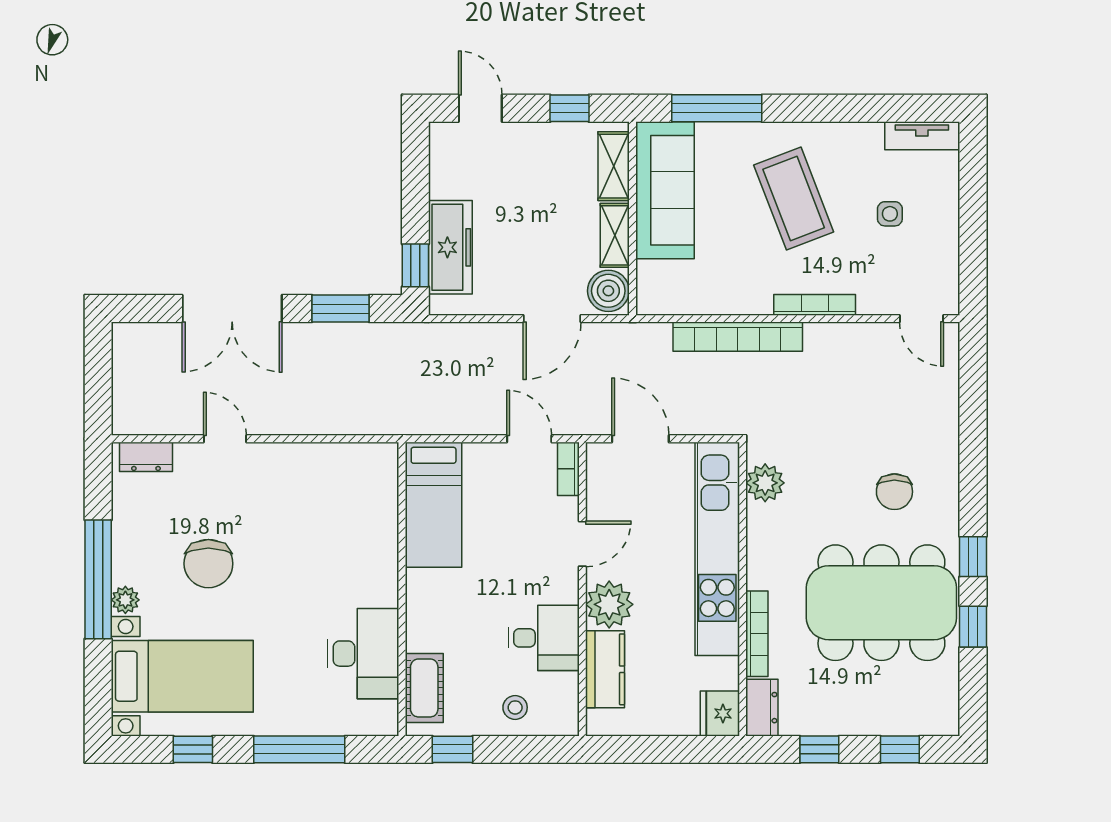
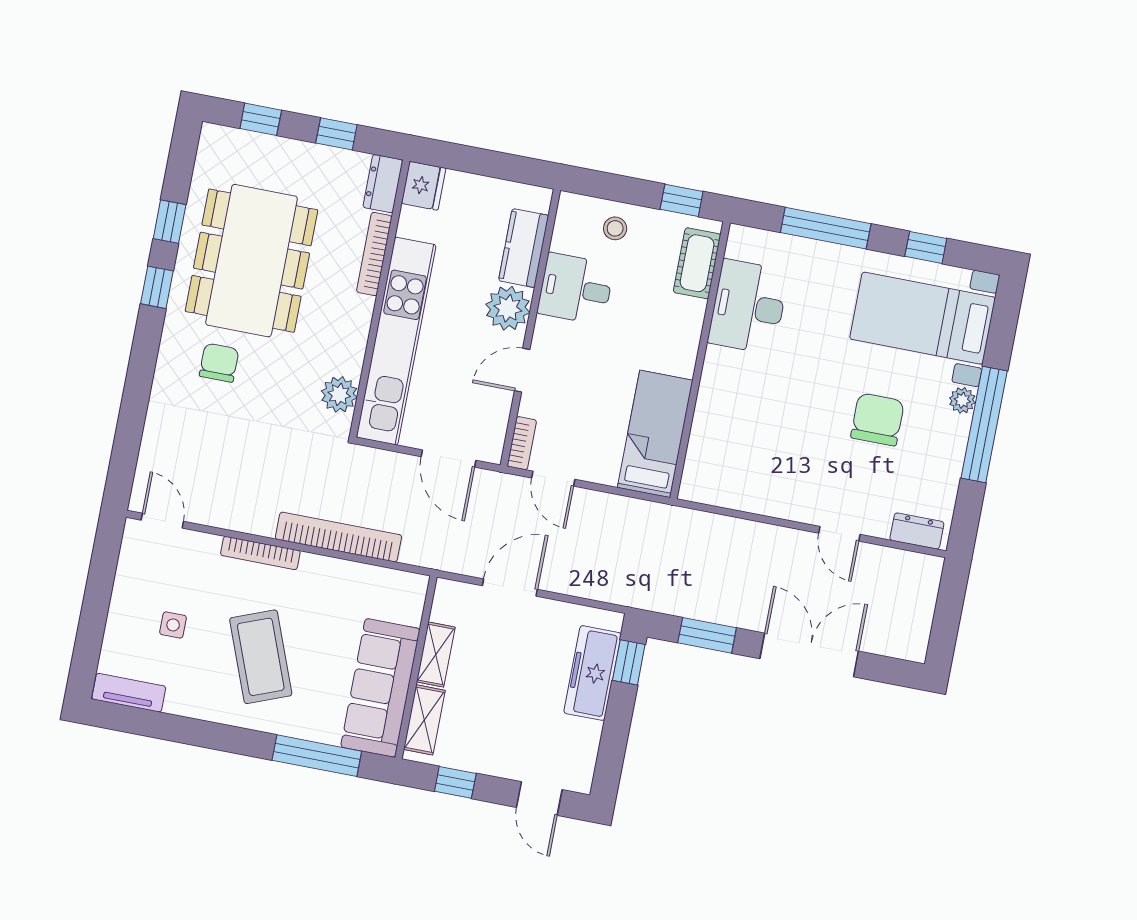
boiler: (608, 291) -> (452, 604), removed
dining table: (881, 603) -> (252, 261), turned 90

